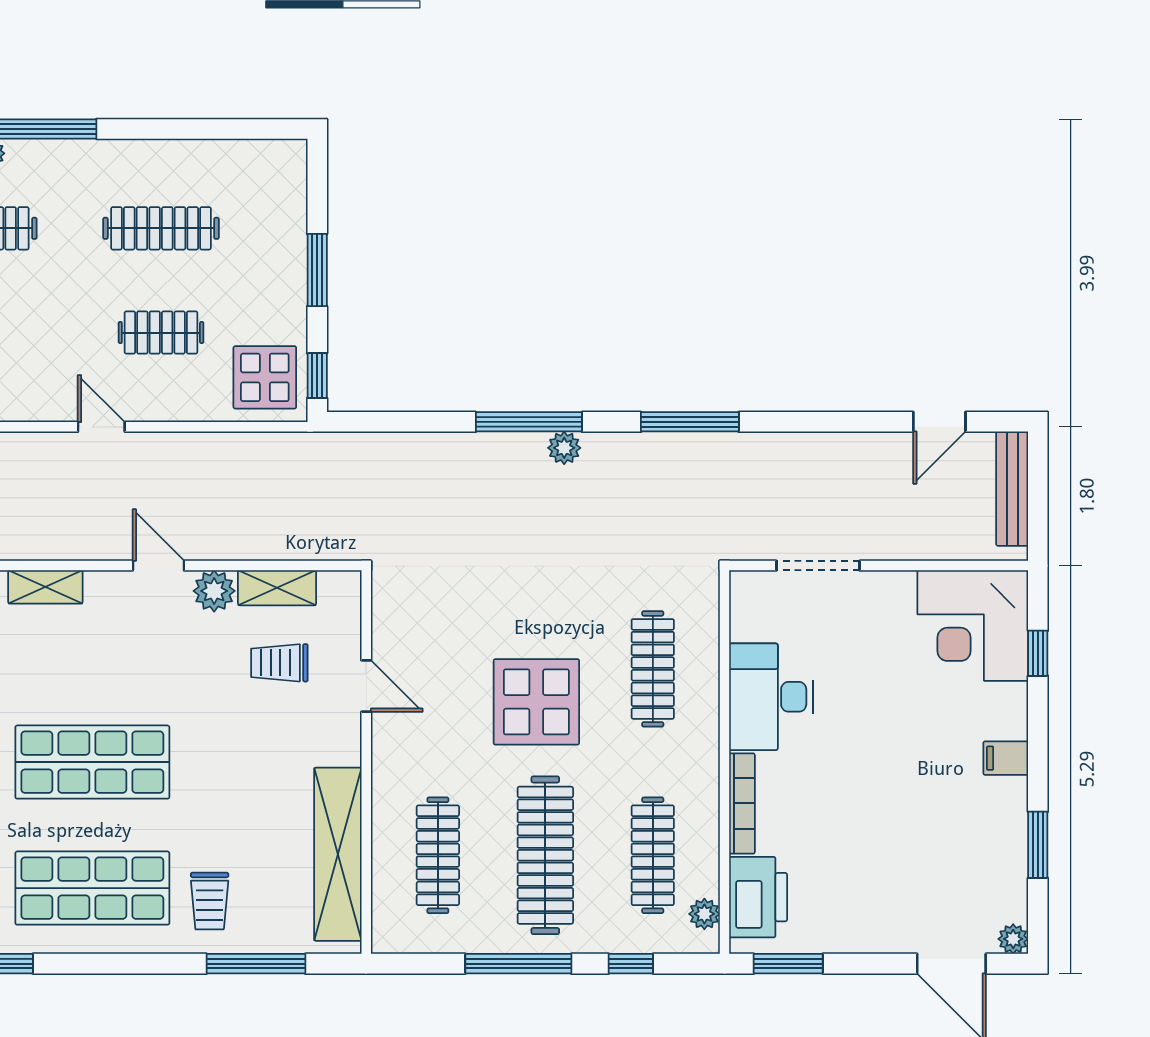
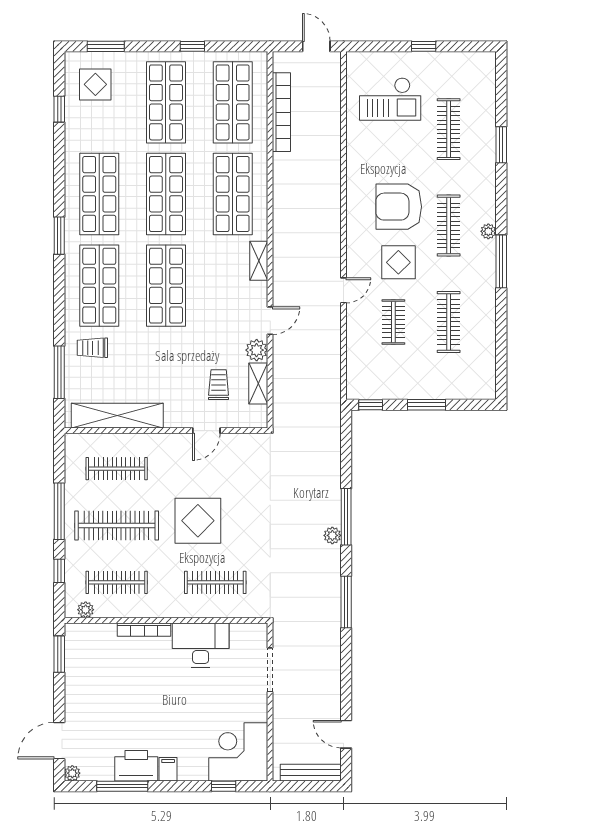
display table: (265, 377) -> (398, 262), moved
window: (1038, 845) -> (122, 786), width x1.44
printer: (758, 897) -> (136, 766), moved, turned 180

